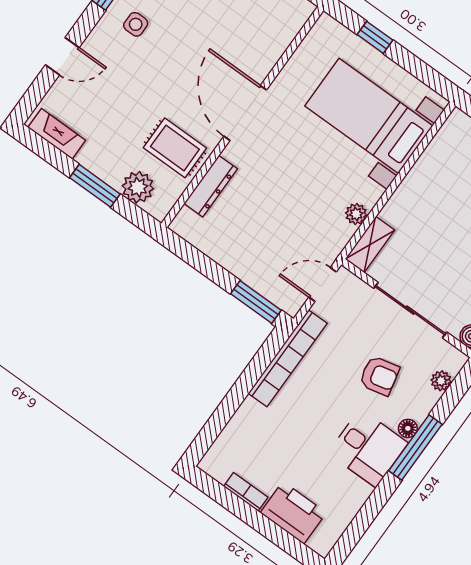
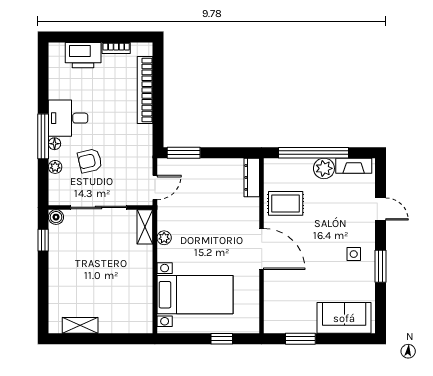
door: (62, 56) -> (380, 209), swing flipped
window: (95, 186) -> (314, 153), width x2.11
dresser: (211, 186) -> (252, 177), moved
plant: (138, 187) -> (324, 168), moved
bookcase: (288, 358) -> (145, 90), moved
plant: (441, 381) -> (55, 167), moved

